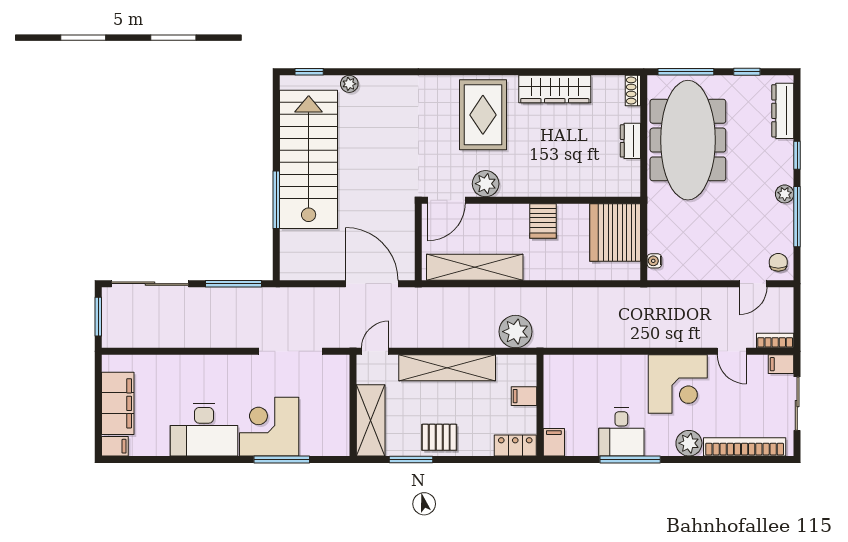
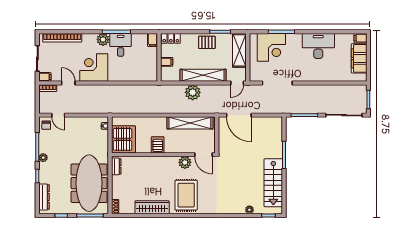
dresser: (630, 141) -> (116, 166), moved
stairs: (309, 159) -> (273, 183), width x0.73, depth x0.66
door: (446, 200) -> (203, 155), swing flipped
door: (753, 284) -> (58, 115), swing flipped
plant: (516, 332) -> (193, 92), moved
corner desk: (269, 427) -> (271, 47), moved
plant: (689, 443) -> (103, 40), moved

